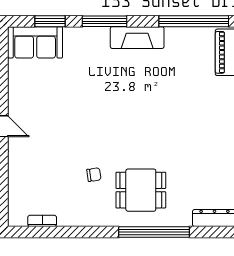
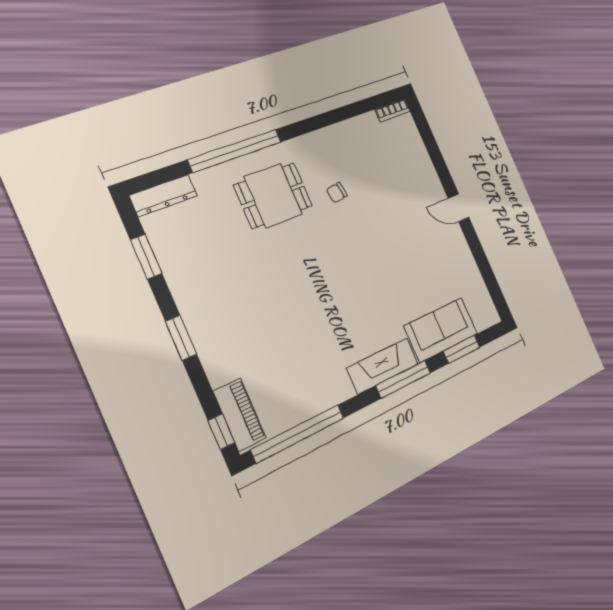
fireplace: (137, 38) -> (383, 366), moved
sofa: (35, 42) -> (441, 330), moved
bookcase: (42, 221) -> (393, 110), moved

